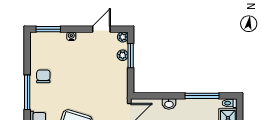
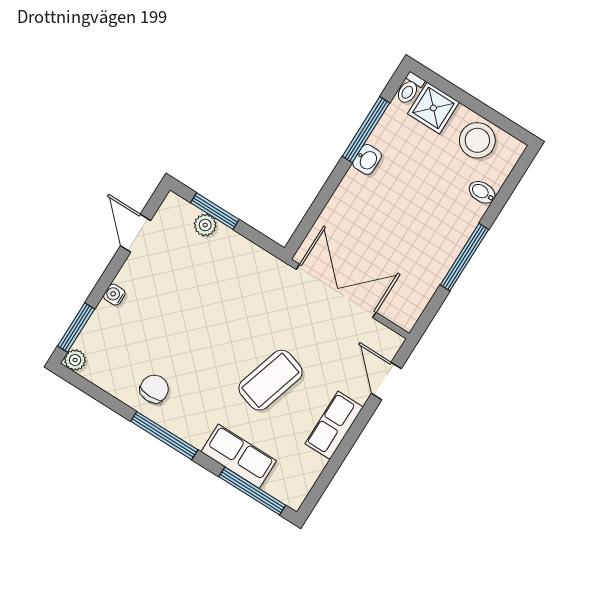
plant: (123, 37) -> (75, 360), moved
chair: (43, 76) -> (154, 389), turned 90
washbasin: (169, 104) -> (367, 159), moved

